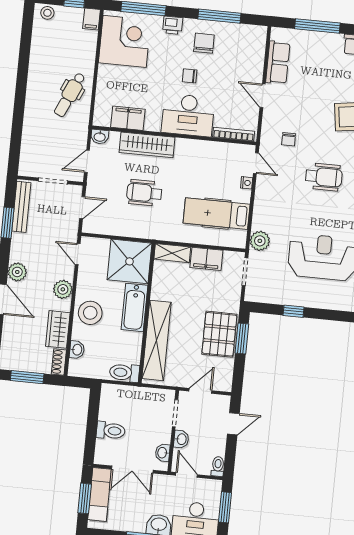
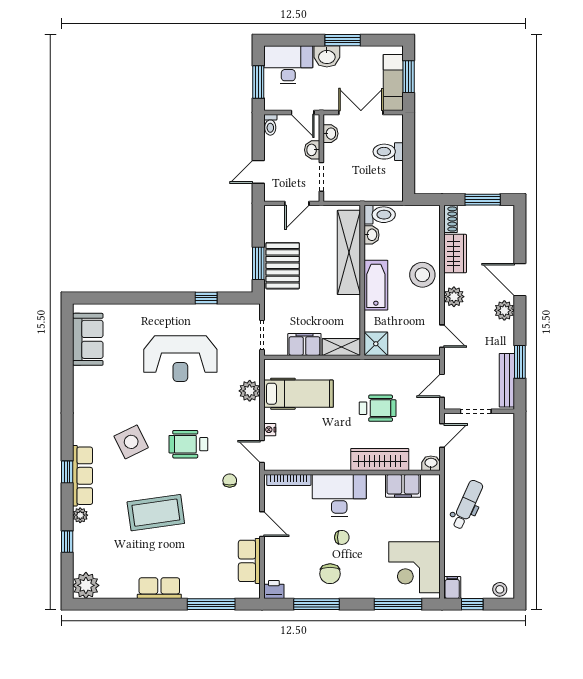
printer: (173, 25) -> (274, 590), moved
plant: (260, 241) -> (250, 391), moved
shower: (130, 261) -> (376, 344), width x0.54, depth x0.54
washbasin: (77, 350) -> (372, 235), moved, turned 180

